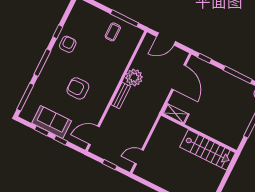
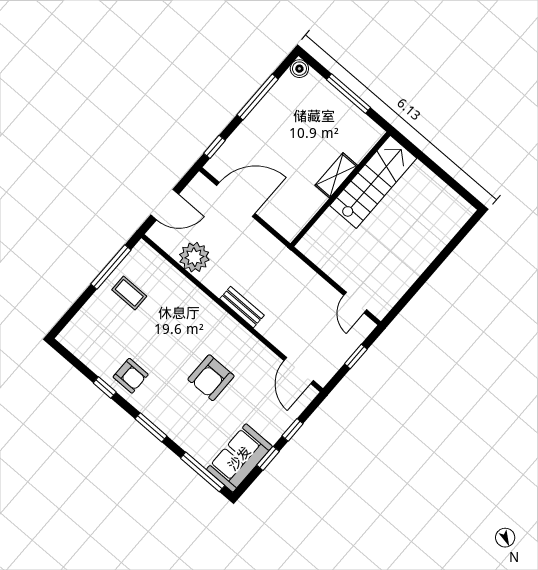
door: (166, 39) -> (165, 205), hinge flipped
armchair: (68, 44) -> (131, 376), turned 180
window: (42, 63) -> (151, 427), width x0.69
plant: (134, 77) -> (194, 257), moved
shelving: (176, 114) -> (336, 175), moved
sofa: (52, 122) -> (239, 458), moved

